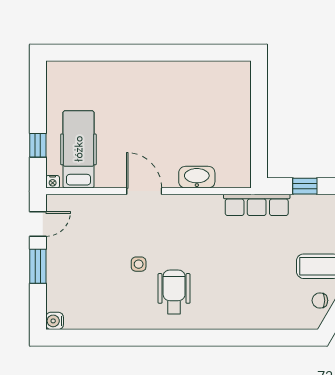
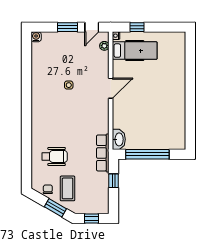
window: (259, 127) -> (147, 154), added
washbasin: (197, 177) -> (119, 139), moved
plant: (70, 202) -> (104, 46), added
door: (38, 224) -> (92, 27), hinge flipped
wheelchair: (174, 292) -> (55, 156), moved

